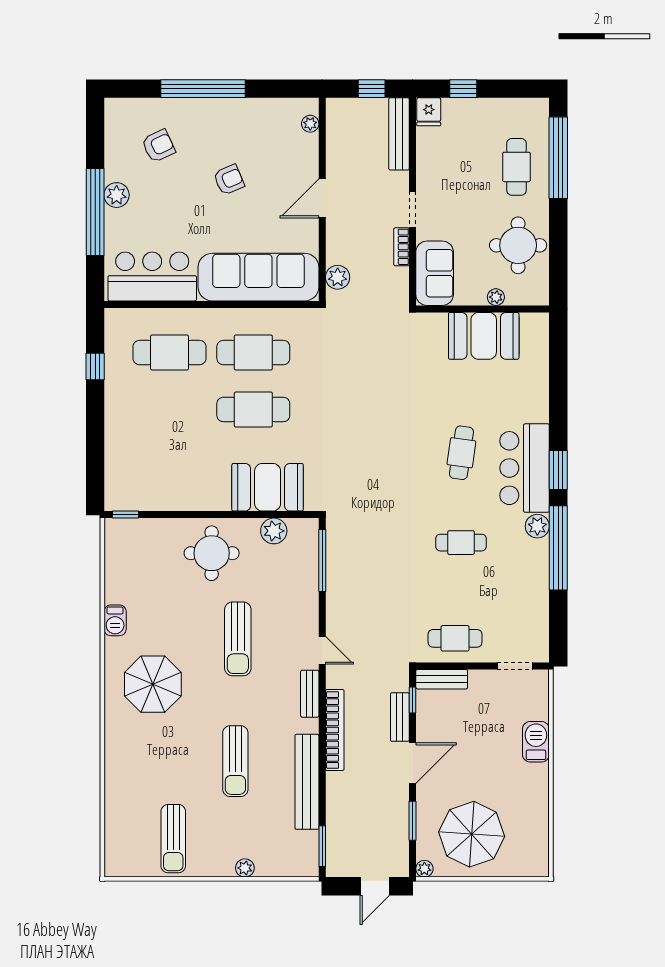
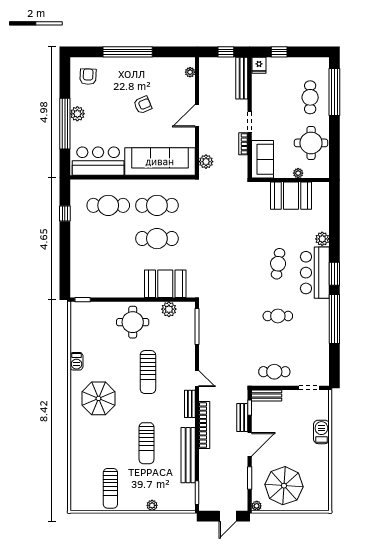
armchair: (159, 146) -> (88, 77), moved, turned -63
plant: (537, 526) -> (322, 239), moved

